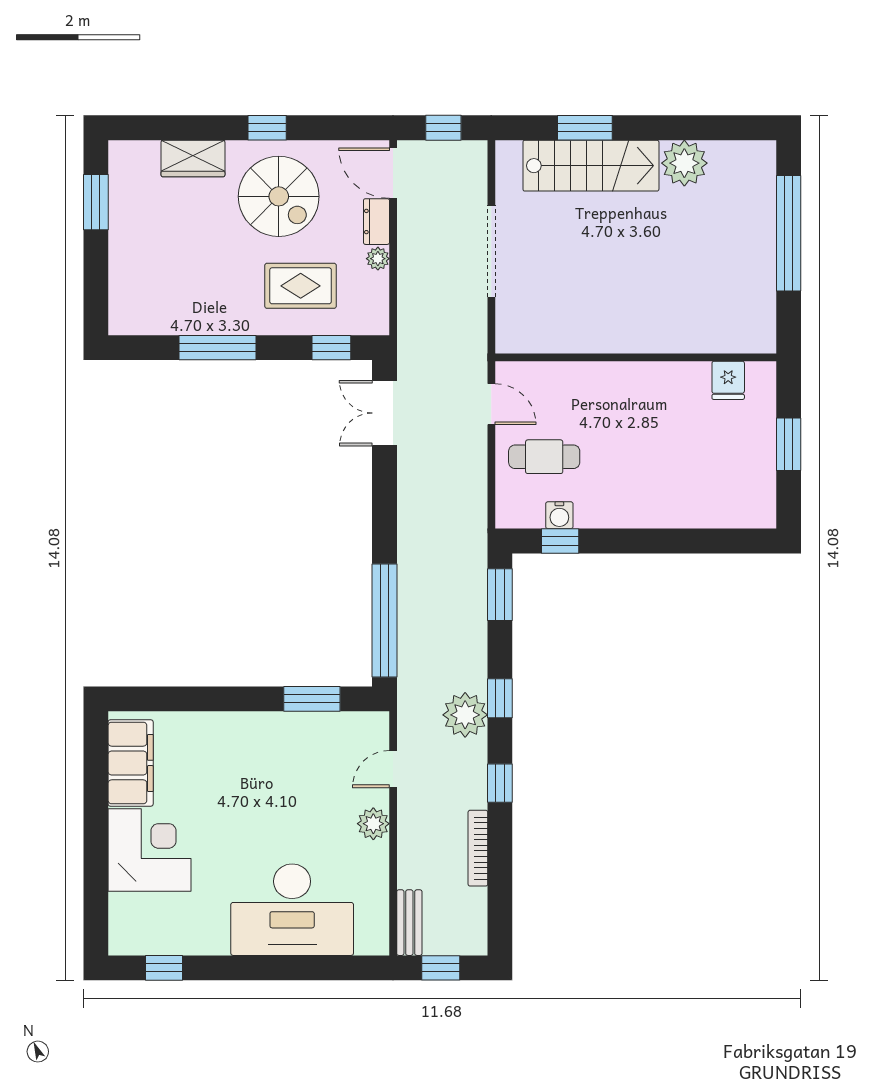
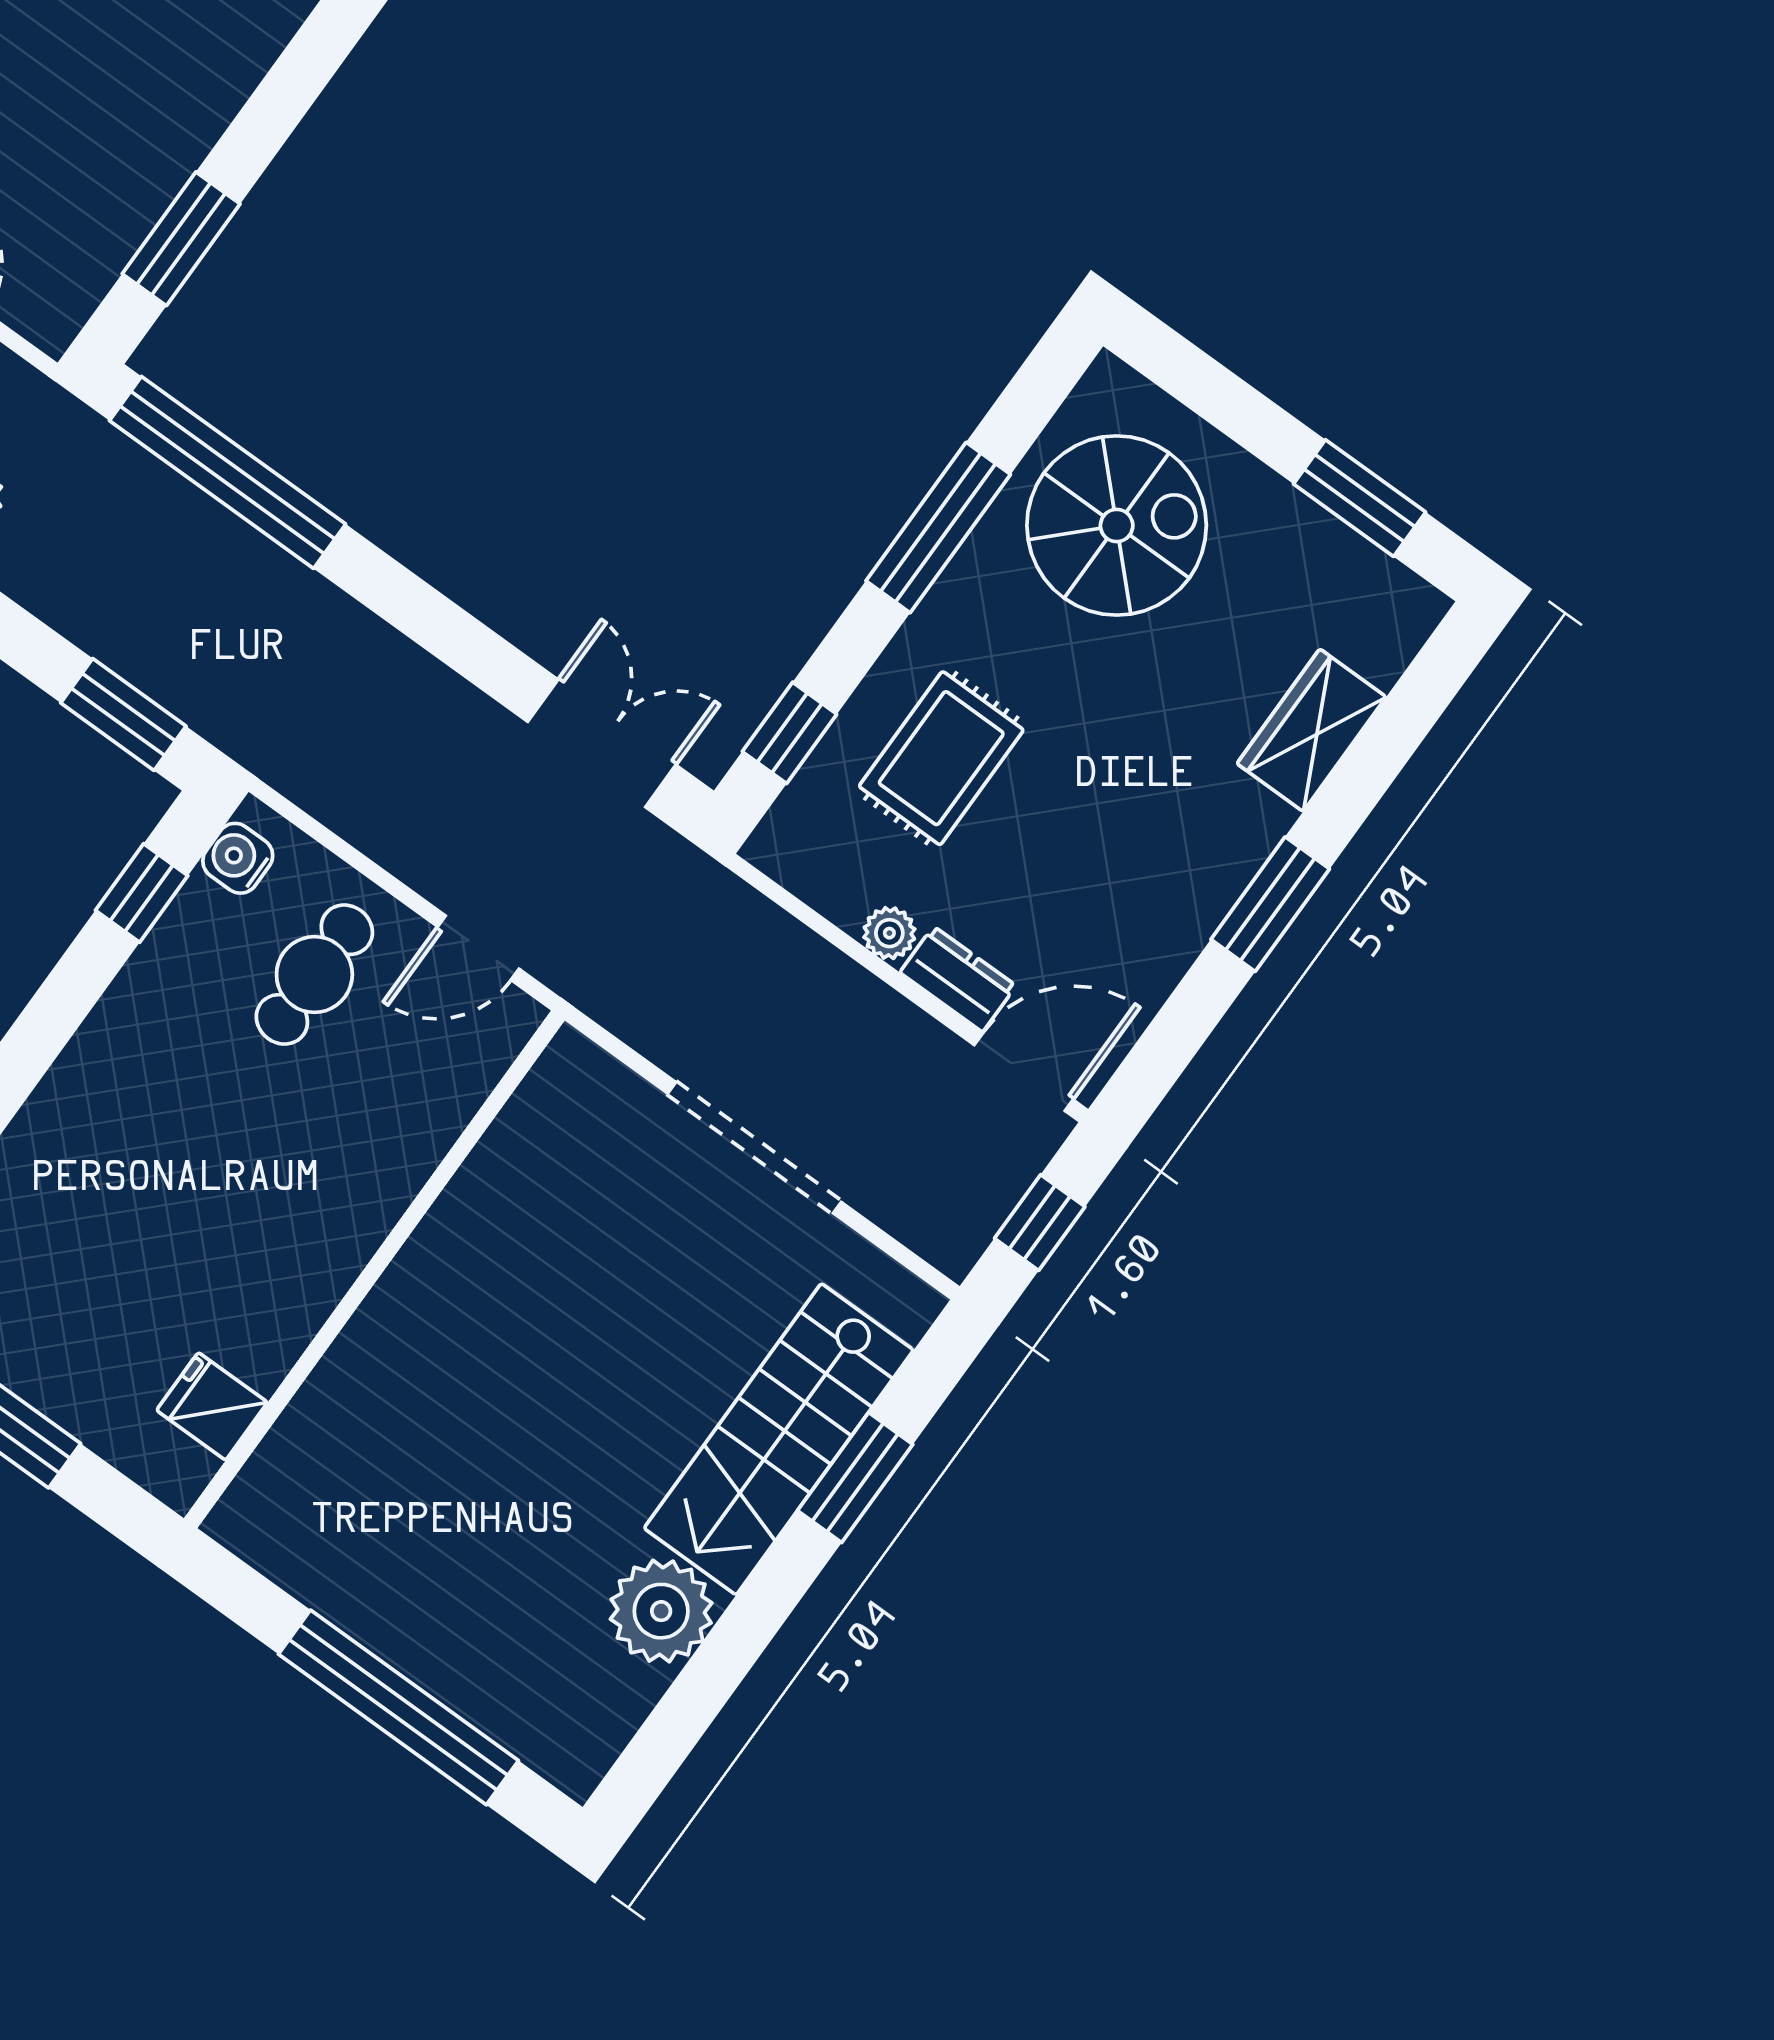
window: (267, 128) -> (1270, 904), width x1.50
spiral stairs: (279, 196) -> (1117, 526), moved, turned 180
water cooler: (559, 515) -> (238, 858), moved

